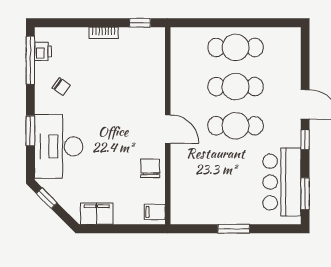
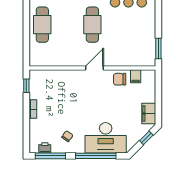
cafe table: (236, 87) -> (67, 25), removed
window: (30, 131) -> (96, 156), width x2.11
window: (47, 198) -> (146, 138), moved
filing cabinet: (155, 212) -> (136, 76), moved
window: (234, 229) -> (158, 48), moved

